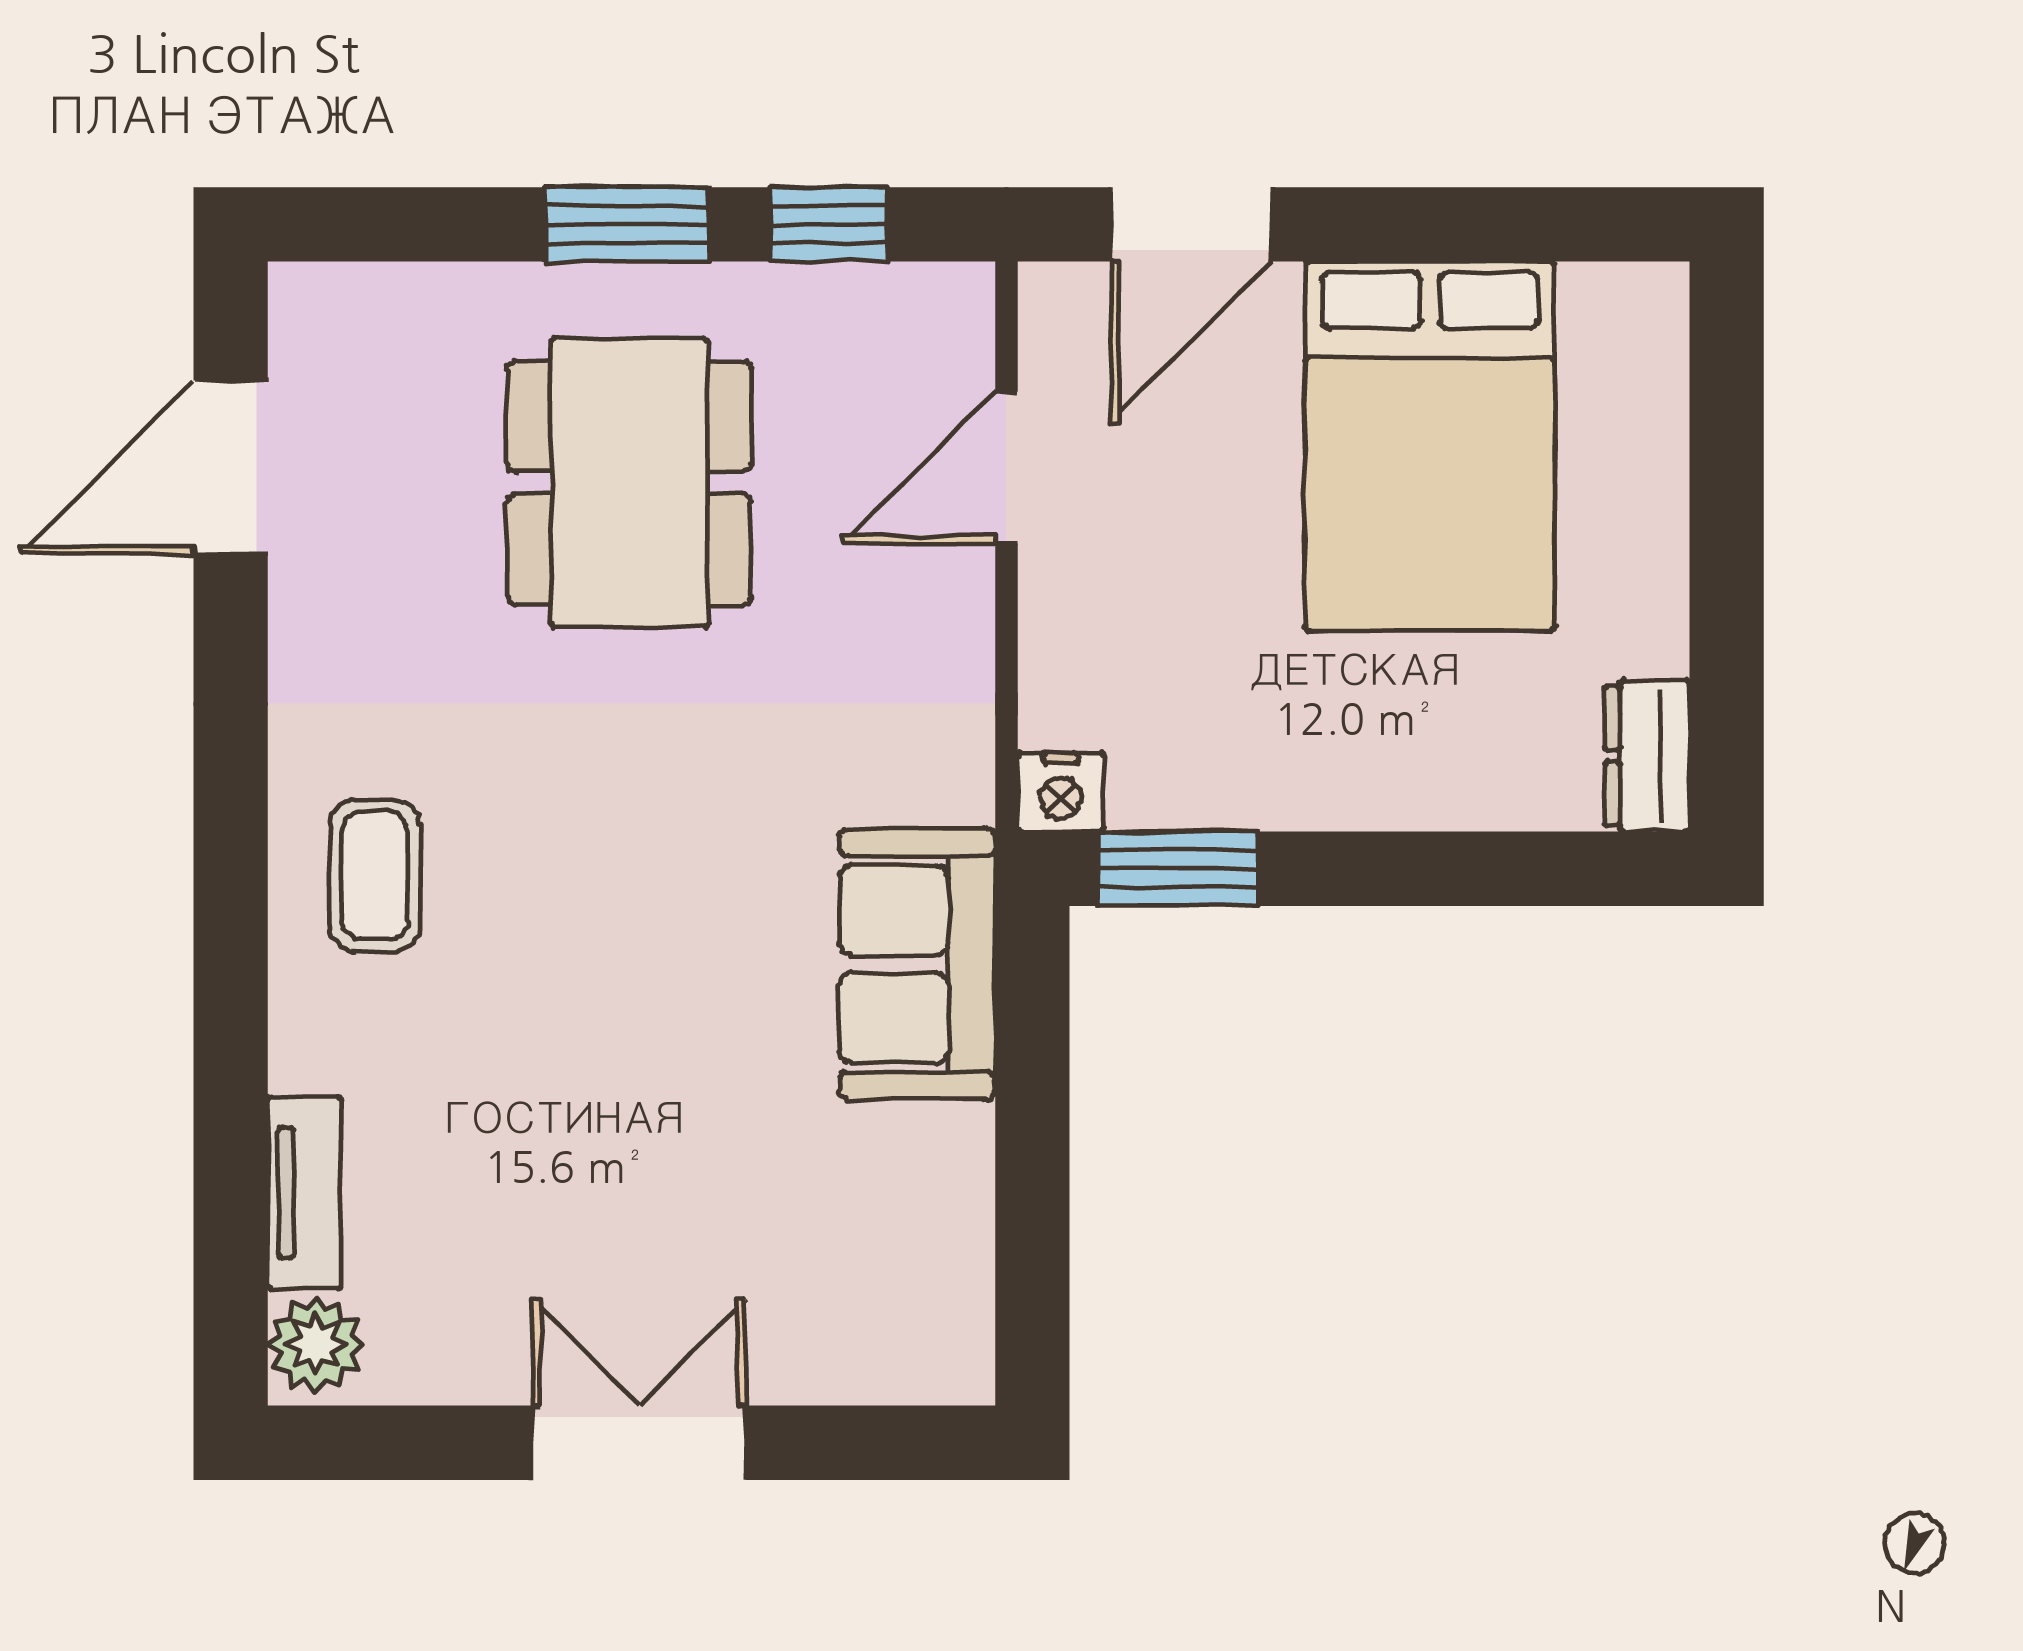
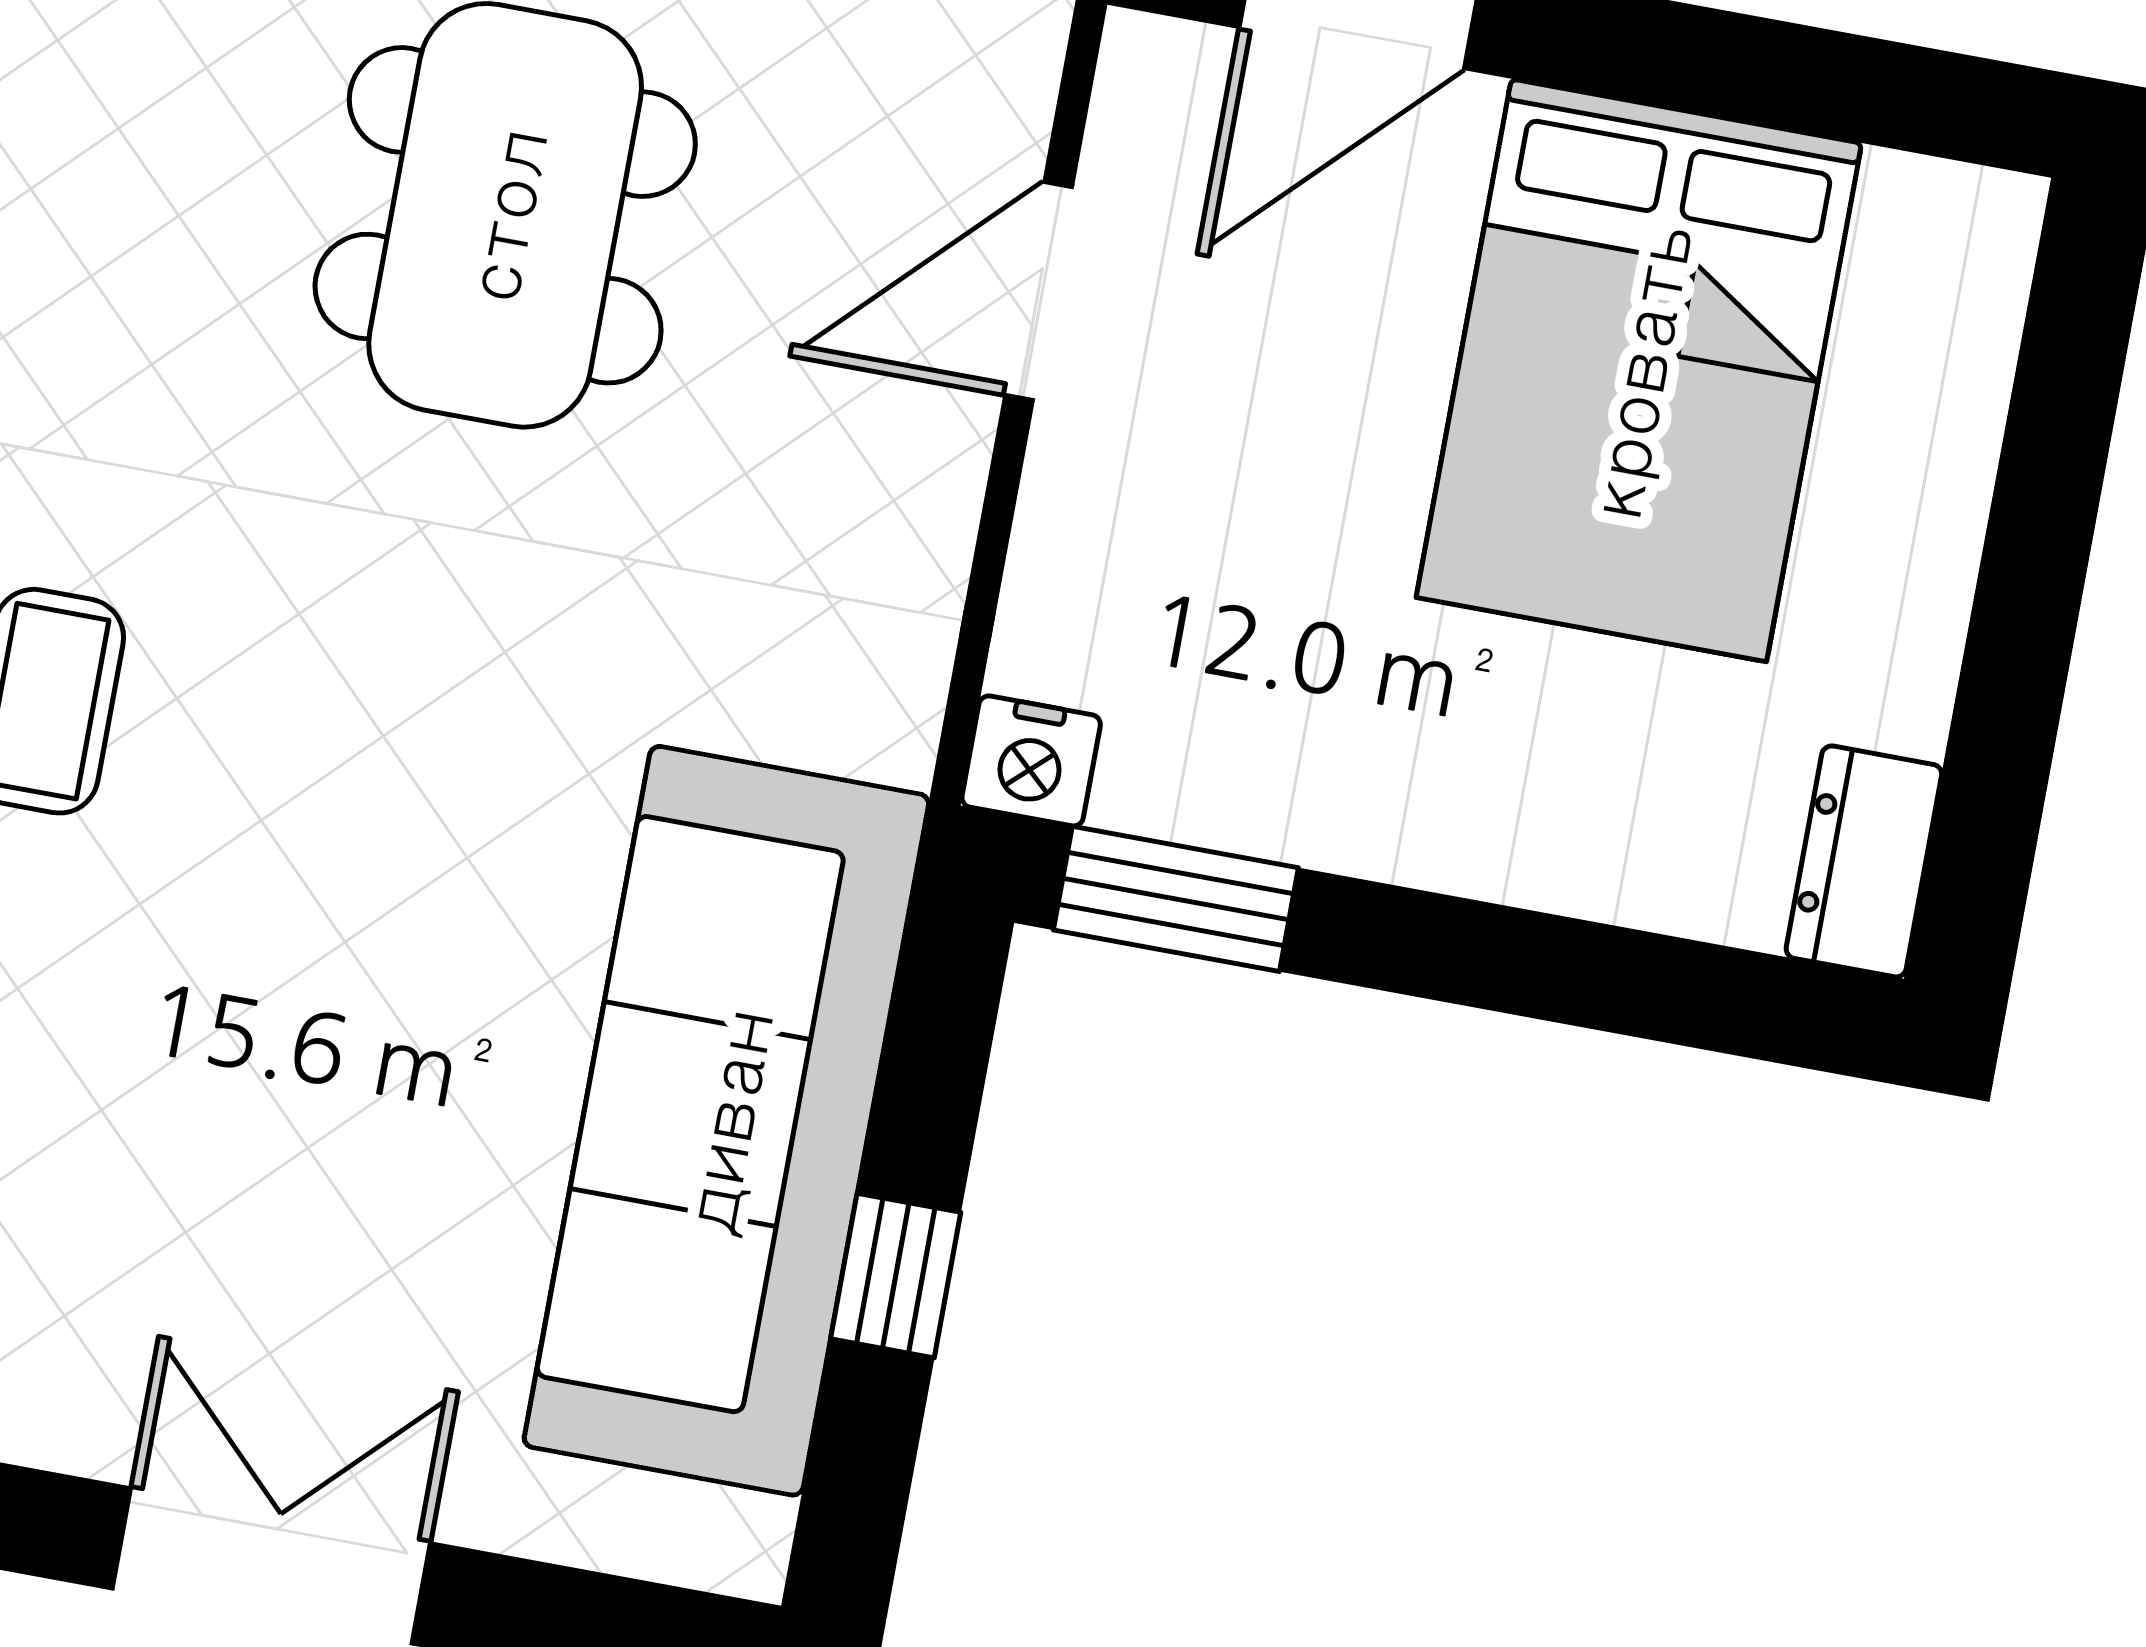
sofa: (917, 964) -> (726, 1121), width x1.85, depth x1.27
window: (1032, 1164) -> (896, 1276), added

